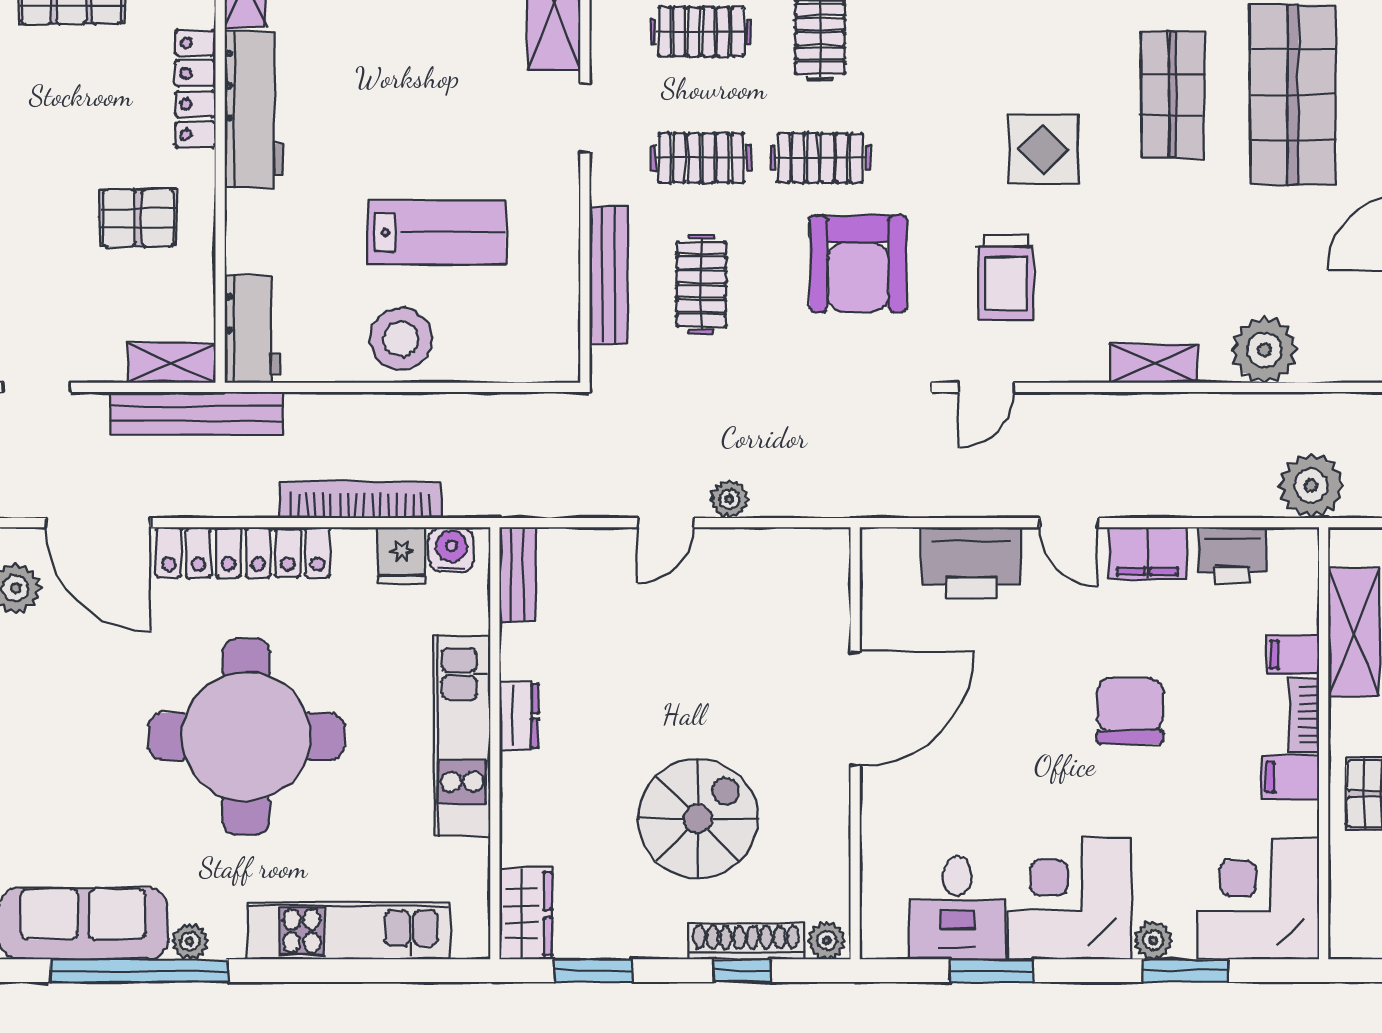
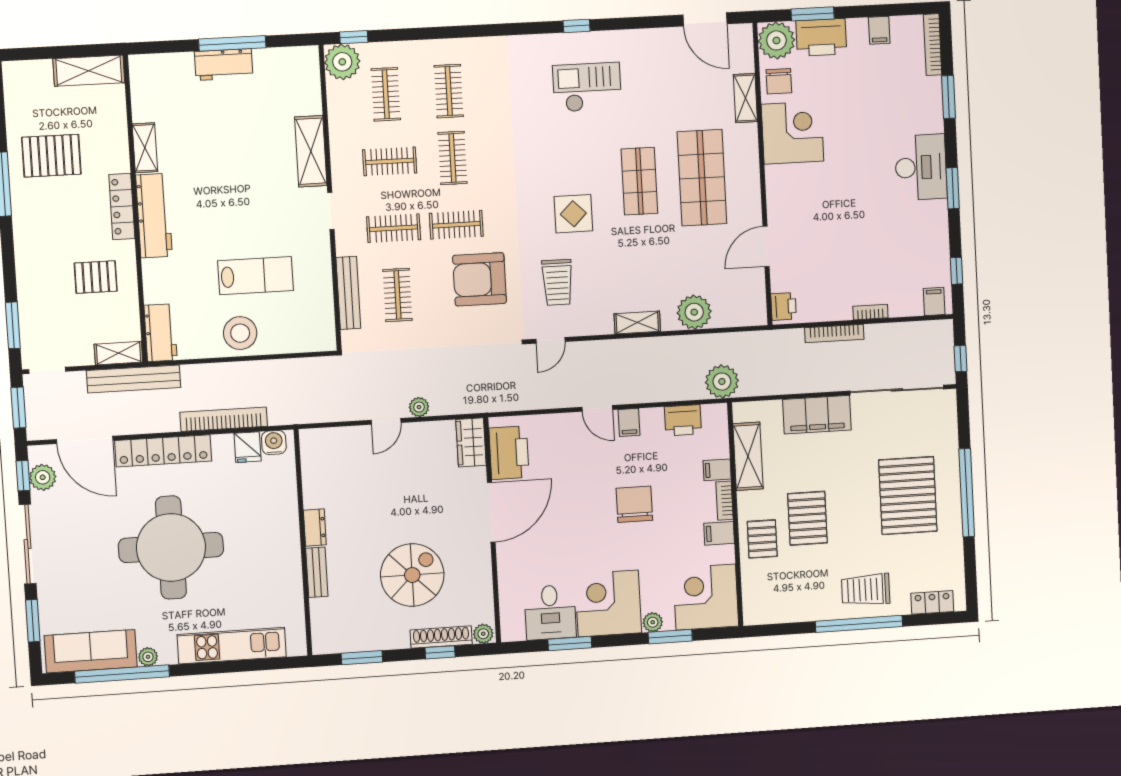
armchair: (858, 264) -> (480, 279), turned 90
filing cabinet: (1148, 553) -> (629, 422), width x0.50
printer: (971, 563) -> (509, 453), moved, turned -90
bench: (517, 574) -> (317, 572), moved
kitchen unit: (462, 736) -> (285, 540), removed
wardrobe: (526, 914) -> (471, 442), moved, turned 180

